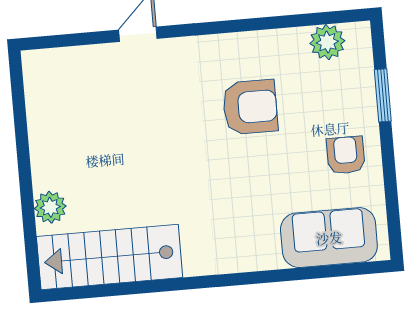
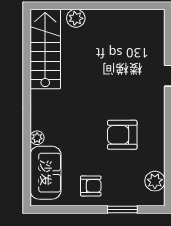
armchair: (250, 107) -> (122, 135), turned 90
plant: (268, 258) -> (37, 138), added

